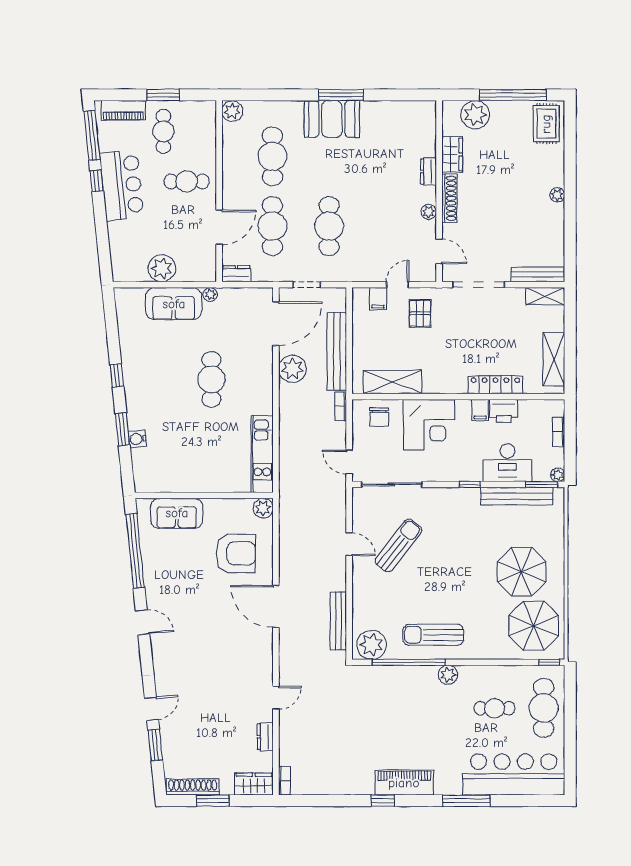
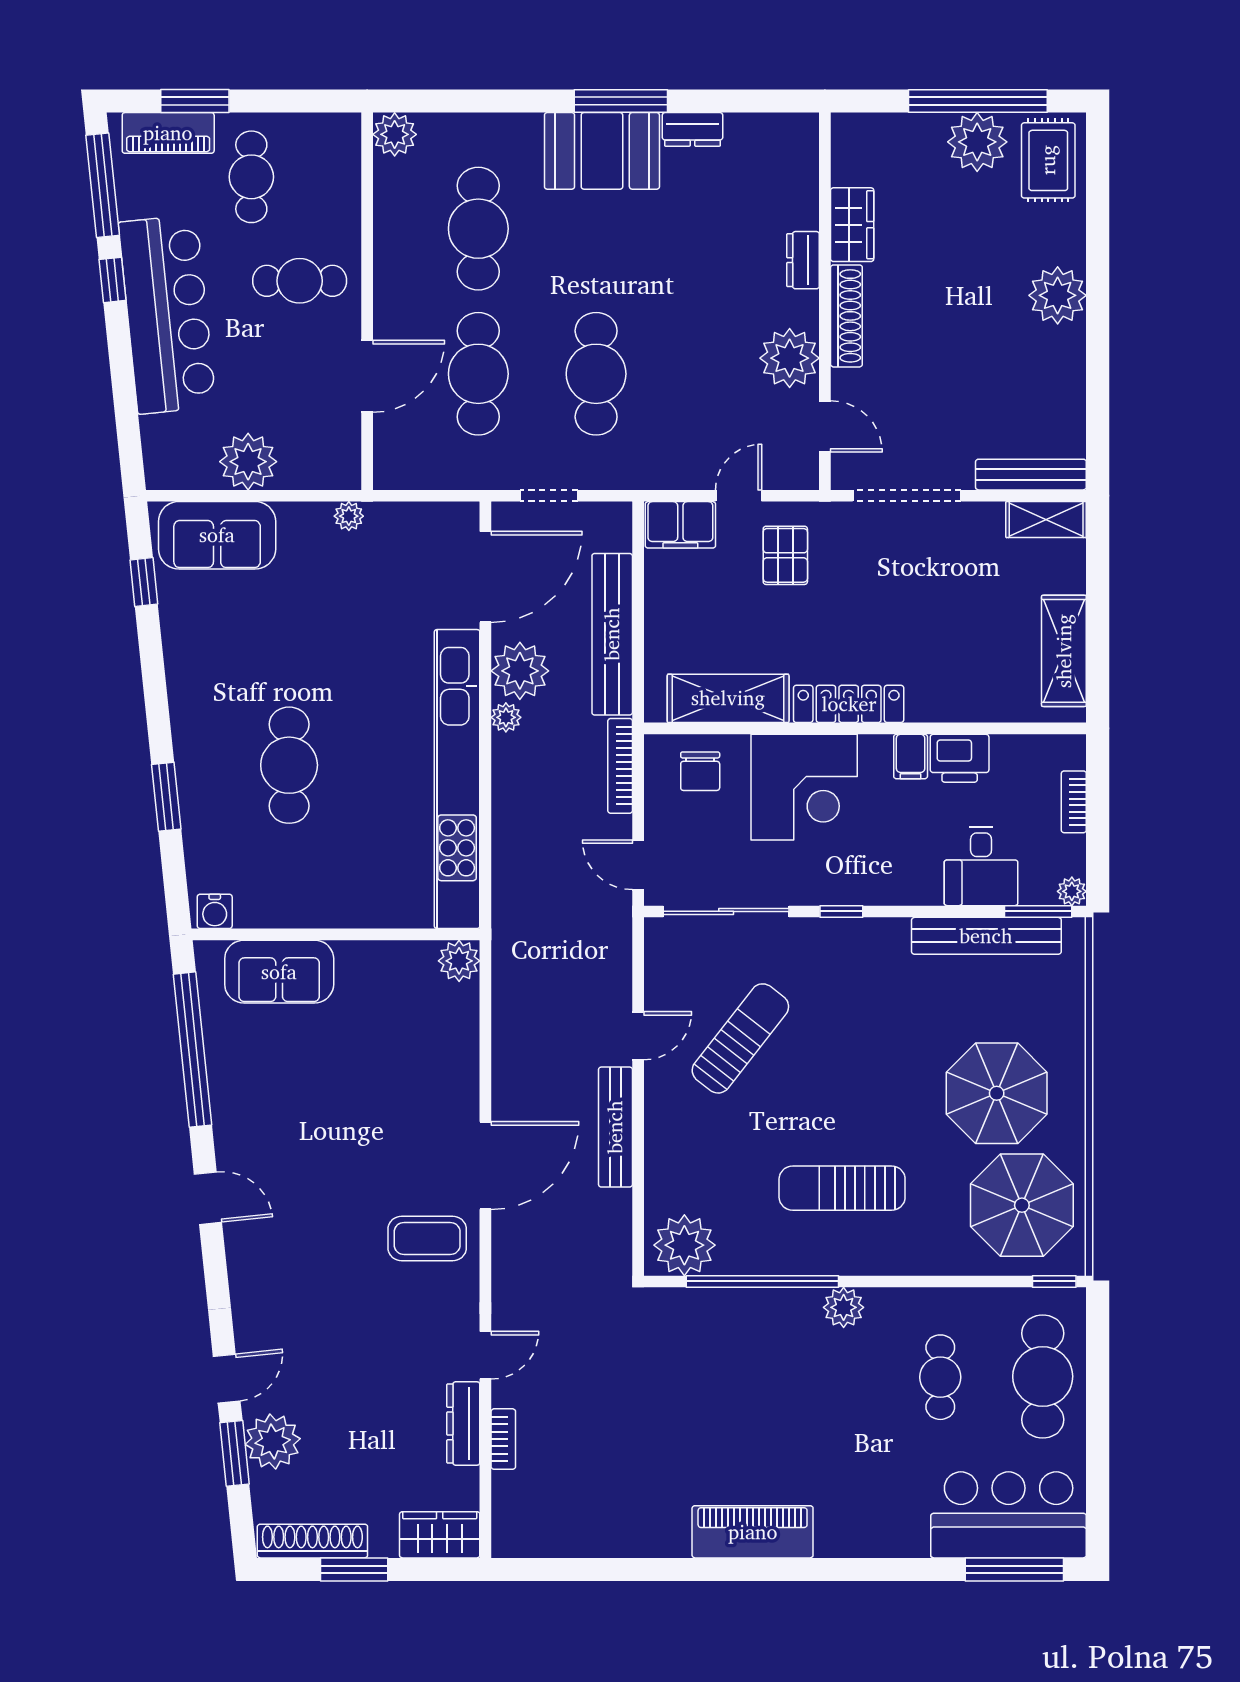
window: (163, 95) -> (195, 101), moved
plant: (475, 115) -> (977, 142), moved
bar counter: (122, 185) -> (167, 314), width x1.36
plant: (557, 195) -> (1058, 295), width x1.88, depth x1.88
plant: (429, 212) -> (790, 358), width x1.87, depth x1.87
dresser: (236, 274) -> (693, 129), moved, turned 180
filing cabinet: (378, 299) -> (680, 525), width x2.00
sofa: (174, 304) -> (217, 535), moved
window: (117, 375) -> (144, 582), moved
cafe table: (211, 379) -> (289, 765), moved
locker: (495, 385) -> (849, 704), moved
plant: (286, 391) -> (506, 717), added
bookcase: (341, 406) -> (620, 766), width x1.56
water cooler: (137, 439) -> (215, 911), moved, turned -84
kitchen unit: (262, 454) -> (457, 779), width x1.86
desk: (507, 463) -> (981, 866), width x0.73
window: (470, 484) -> (841, 911), moved
door: (349, 544) -> (638, 1036), hinge flipped
armchair: (236, 553) -> (402, 1055), removed
door: (276, 607) -> (485, 1166), swing flipped
bench: (338, 621) -> (615, 1127), moved
sun lounger: (433, 635) -> (842, 1188), moved
coffee table: (248, 642) -> (427, 1238), added
cafe table: (494, 708) -> (940, 1377), turned 90
dresser: (265, 737) -> (463, 1424), width x1.44
plant: (174, 739) -> (273, 1441), added
bar counter: (514, 774) -> (1009, 1515), width x0.73
bookcase: (284, 781) -> (503, 1439), moved
window: (383, 801) -> (708, 1569), removed
window: (466, 801) -> (1014, 1569), moved

